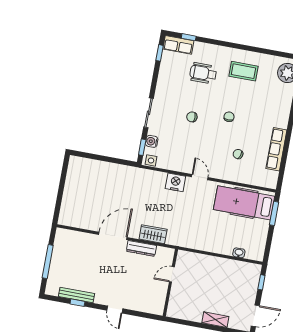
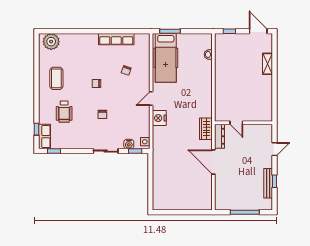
door: (172, 274) -> (236, 123), moved
wall: (170, 283) -> (243, 123), moved

